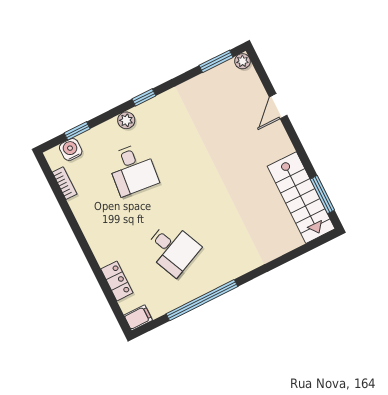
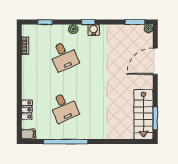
door: (278, 106) -> (155, 61), width x1.87
water cooler: (71, 149) -> (94, 30), moved
desk: (133, 169) -> (64, 56), turned -30

